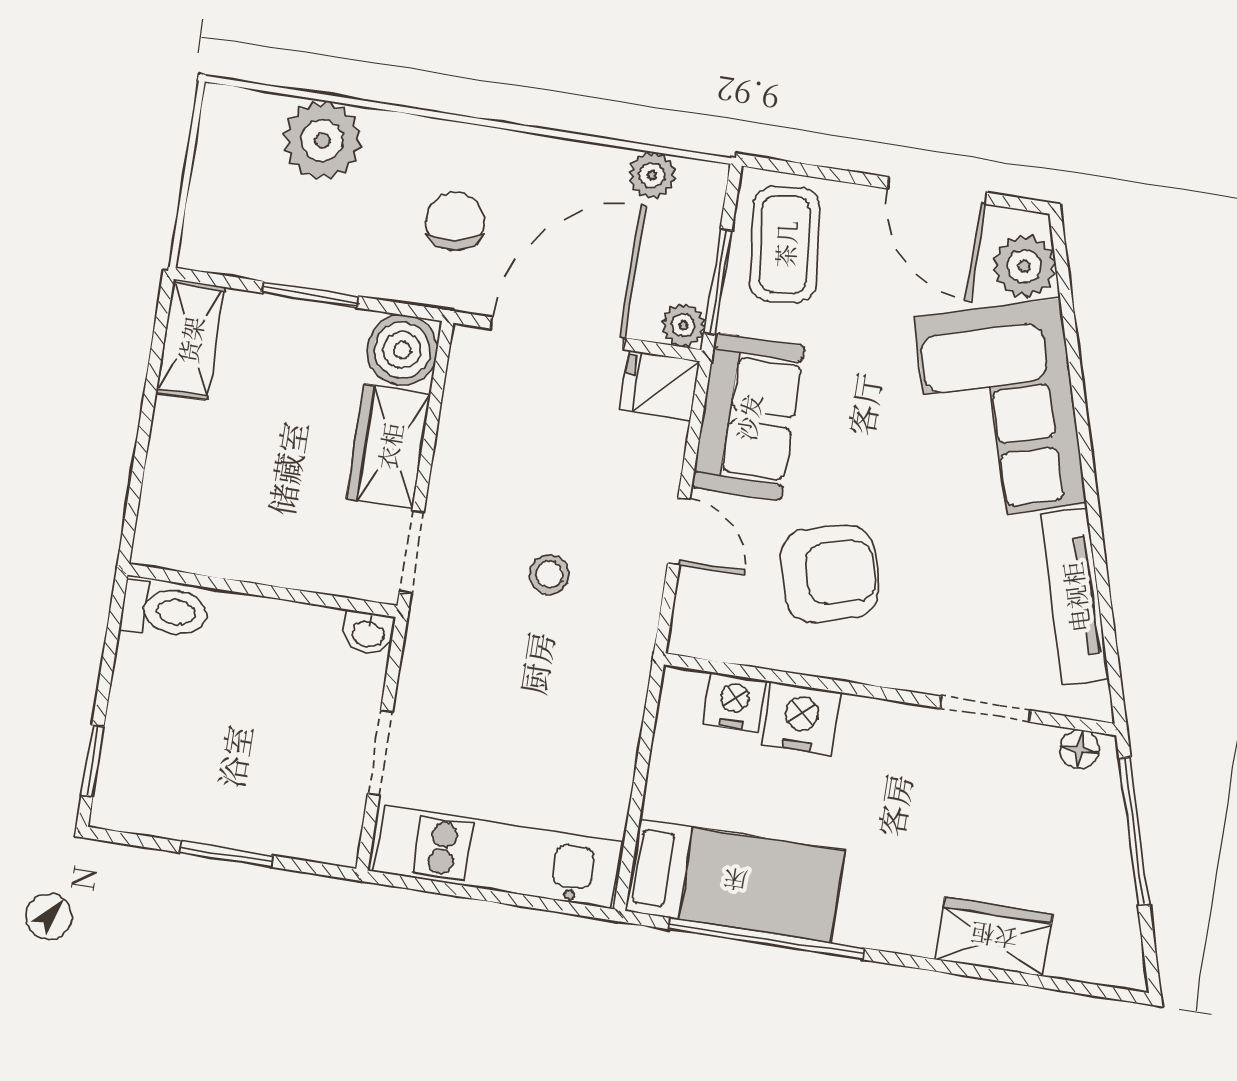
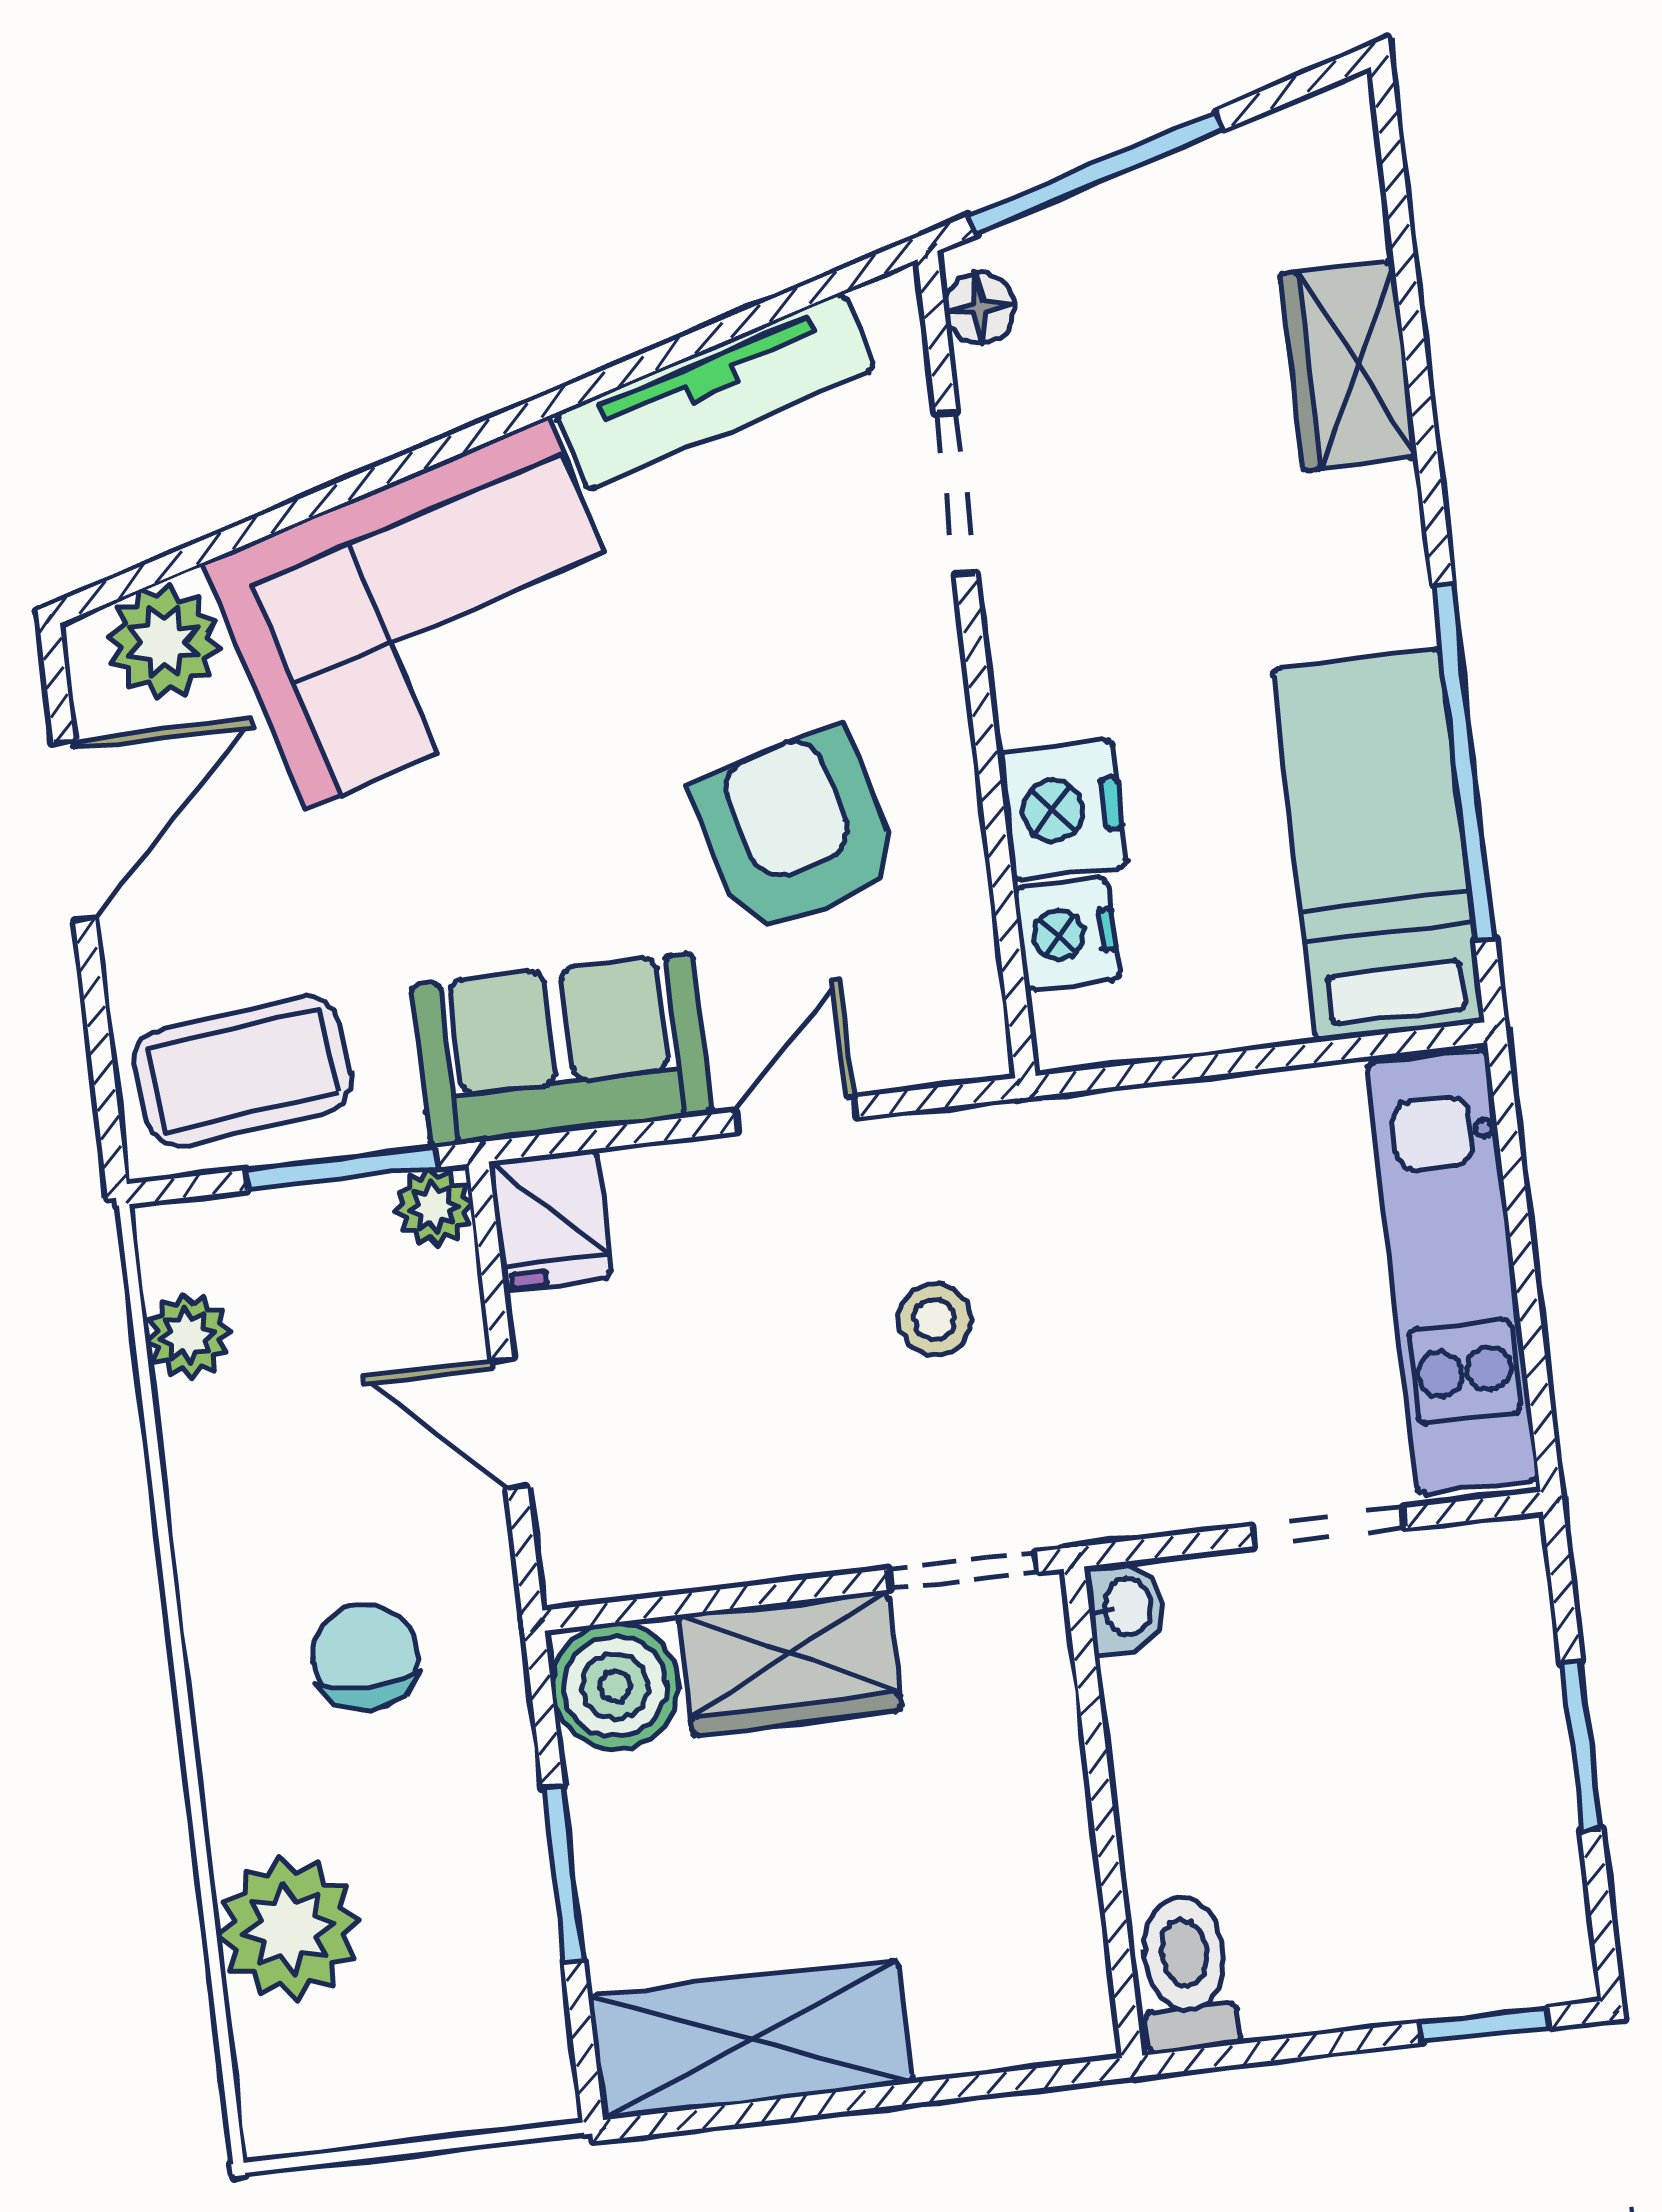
chair: (455, 222) -> (365, 1657), turned 99
door: (557, 333) -> (510, 1424), width x0.53
shelving: (190, 340) -> (751, 2040), width x1.50, depth x1.33

